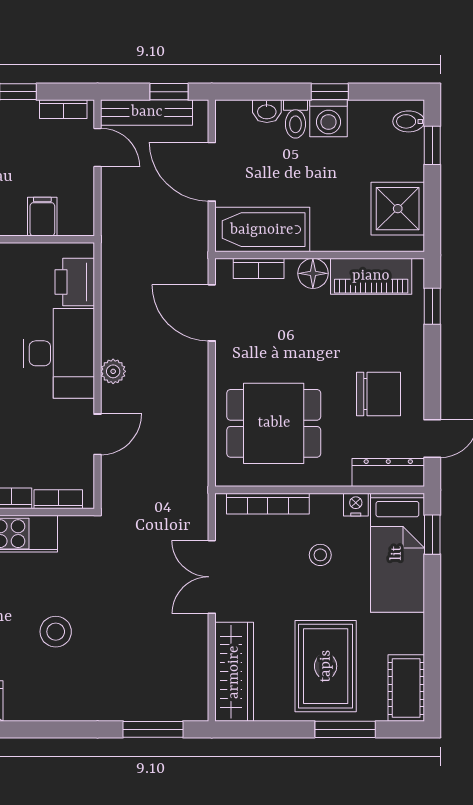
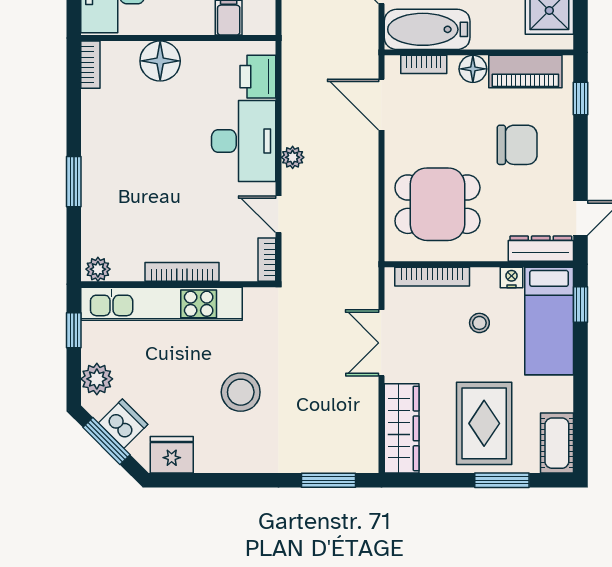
chair: (378, 394) -> (517, 145), moved
door: (98, 434) -> (278, 214), swing flipped
bookcase: (58, 499) -> (267, 260), moved, turned -90
stool: (56, 632) -> (241, 392), width x1.38, depth x1.38

